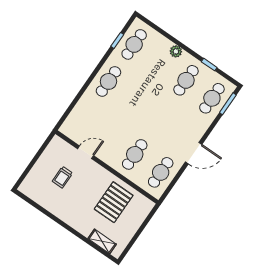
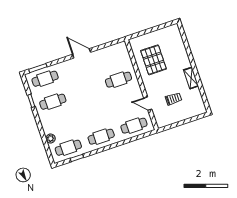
plant: (176, 51) -> (51, 138), moved
cafe table: (161, 172) -> (134, 126), moved
pallet: (114, 202) -> (153, 60), turned 90
shelving: (102, 241) -> (191, 78), moved

